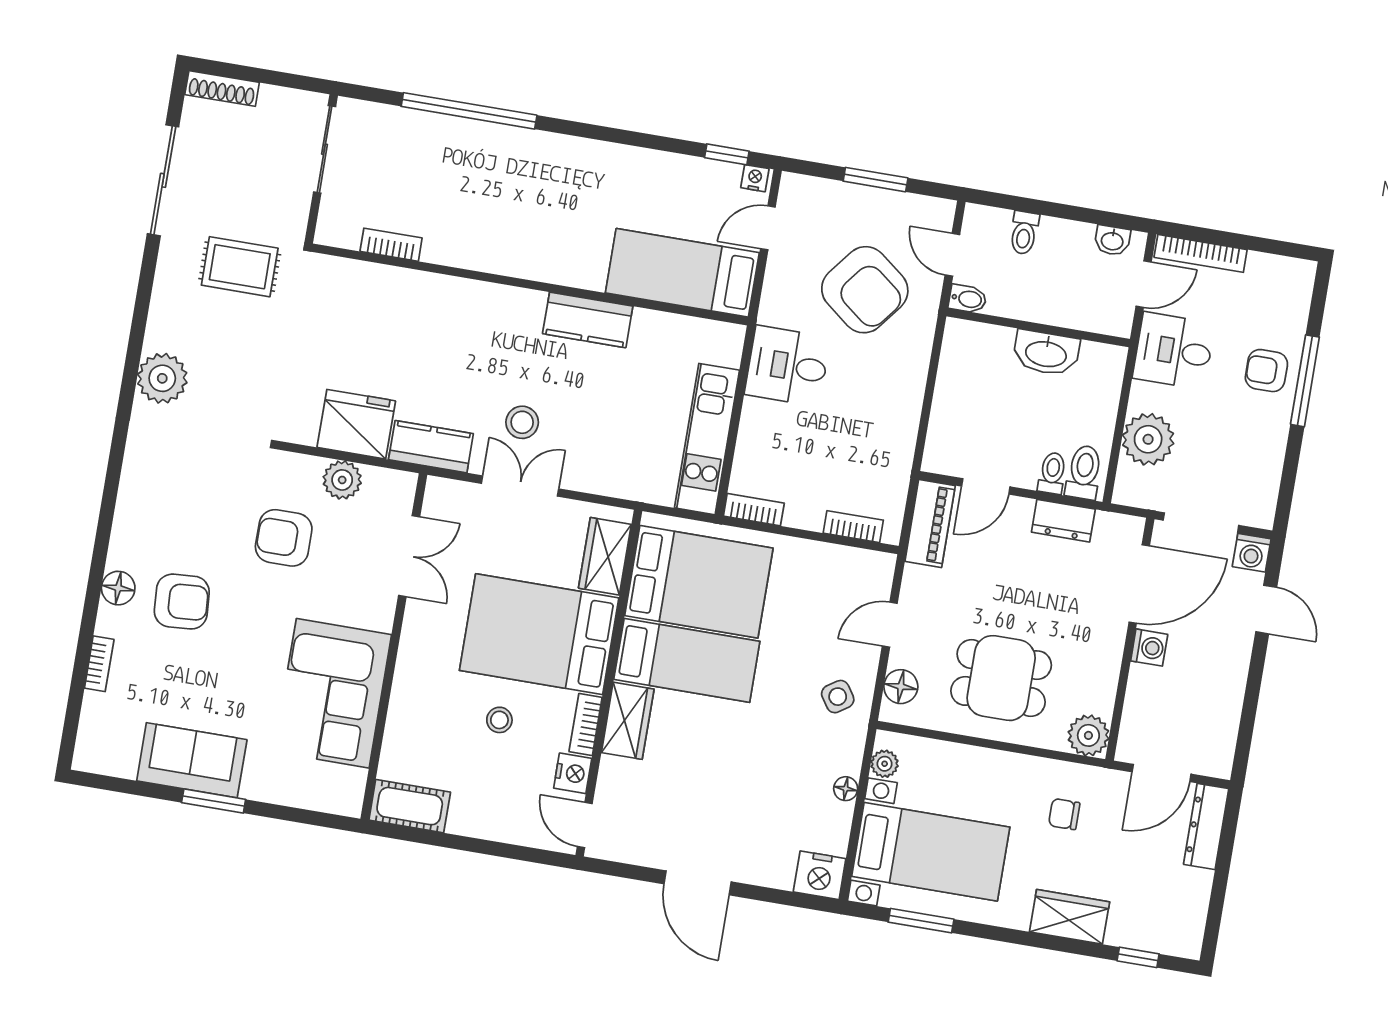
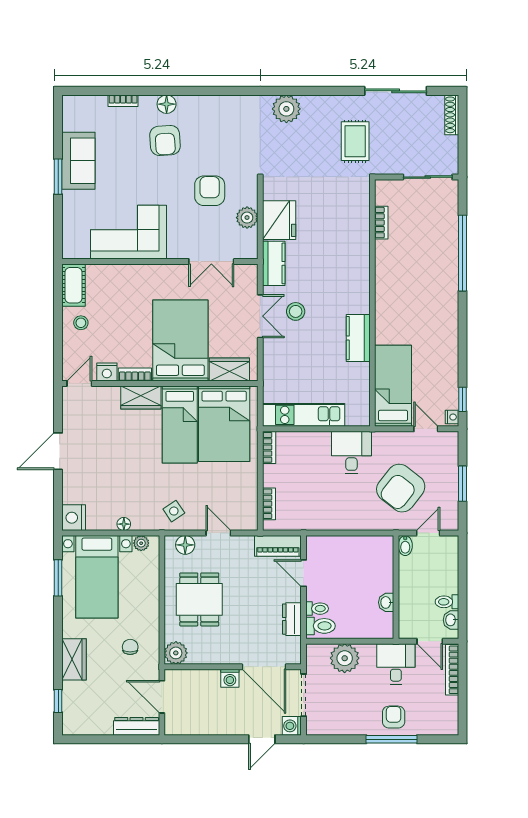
toilet: (1024, 233) -> (447, 602), moved
washbasin: (1046, 353) -> (386, 602), width x0.52, depth x0.69
stool: (499, 720) -> (81, 323), moved

